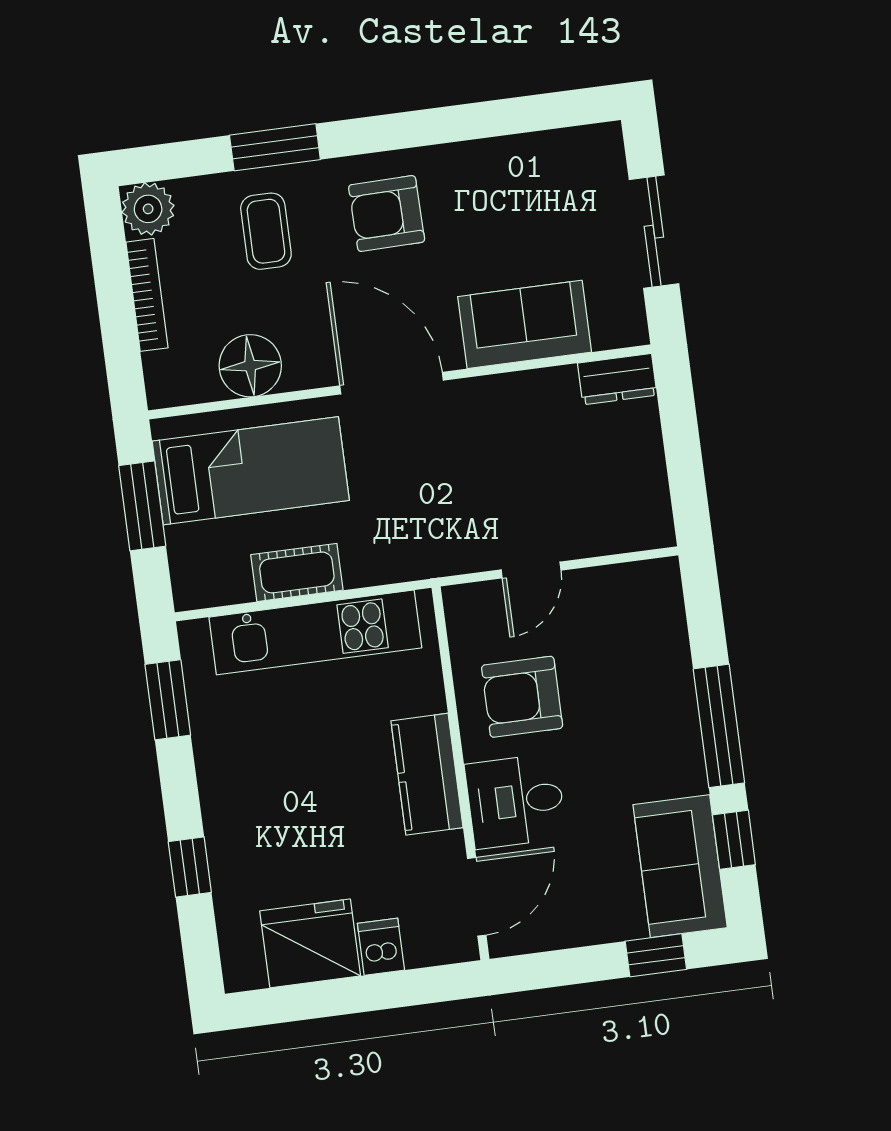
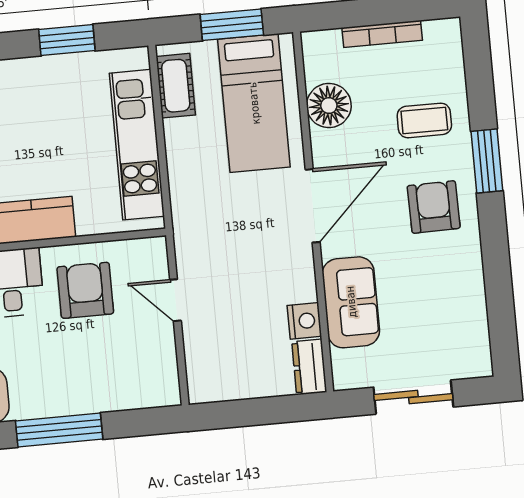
window: (275, 147) -> (487, 161), moved
plant: (148, 209) -> (443, 37), removed
nightstand: (553, 388) -> (304, 321), added
cot: (297, 572) -> (176, 86), moved
window: (168, 700) -> (67, 40), moved

